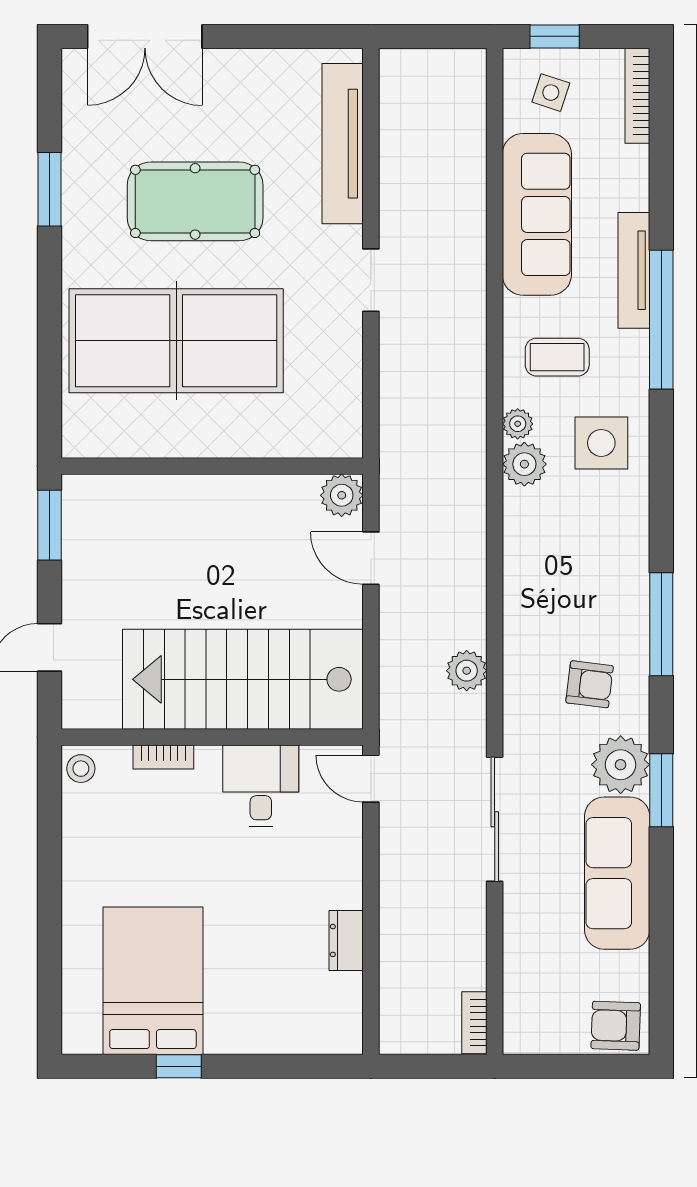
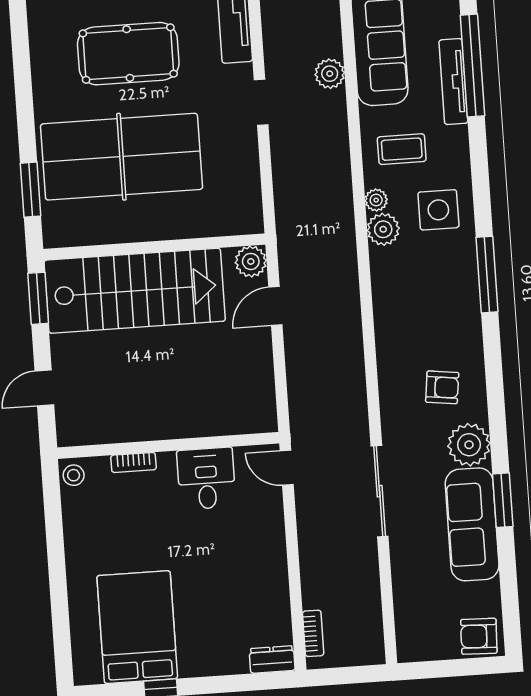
window: (49, 189) -> (30, 190), moved
window: (661, 320) -> (472, 65), moved
door: (371, 558) -> (275, 306), hinge flipped
window: (661, 624) -> (487, 275), moved
plant: (467, 671) -> (330, 74), moved
stairs: (243, 679) -> (135, 291), moved, turned 180
window: (661, 790) -> (503, 500), moved
dresser: (346, 940) -> (272, 660), moved, turned 90
bookcase: (474, 1023) -> (313, 633), moved, turned 180

